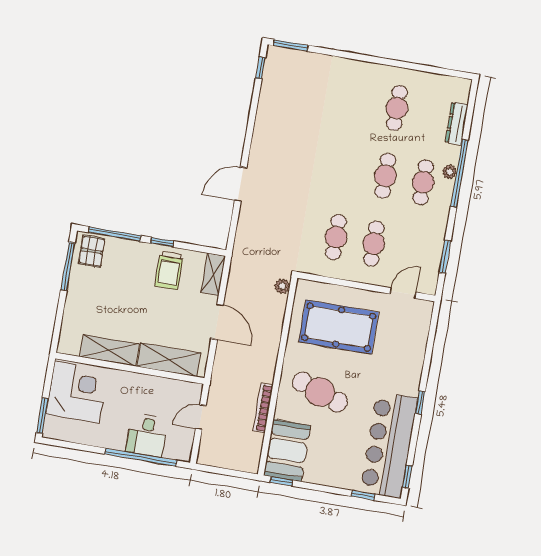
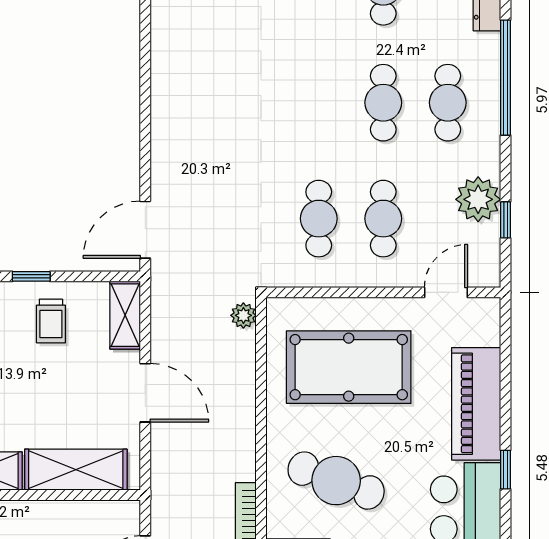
plant: (449, 172) -> (478, 199), moved, width x1.87, depth x1.87
door: (241, 184) -> (145, 230), moved
window: (445, 257) -> (505, 220), width x0.67
trolley: (169, 270) -> (51, 321), width x0.73, depth x0.72
piano: (410, 361) -> (476, 404), added

